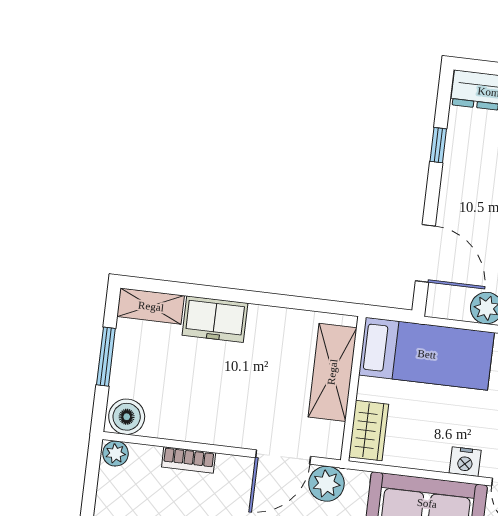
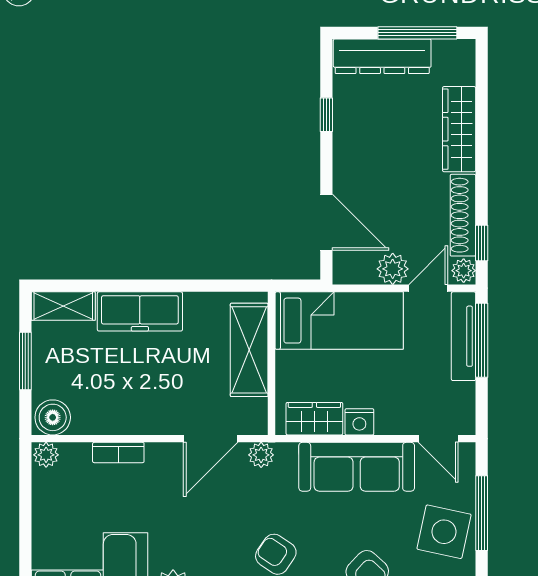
freezer: (215, 319) -> (140, 311), width x1.40
wardrobe: (369, 431) -> (314, 419), moved, turned -90
nightstand: (465, 462) -> (359, 422), moved
plant: (326, 484) -> (261, 455), width x0.73, depth x0.73

